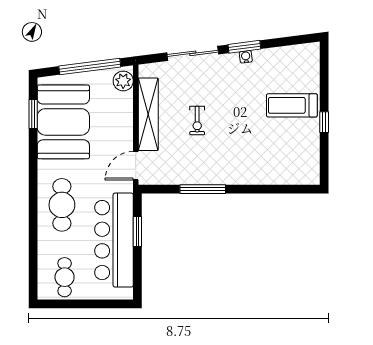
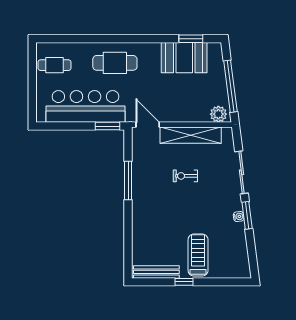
booth: (63, 122) -> (184, 58), width x0.73, depth x0.70
bench: (312, 155) -> (156, 272), added
window: (137, 231) -> (107, 126), moved

